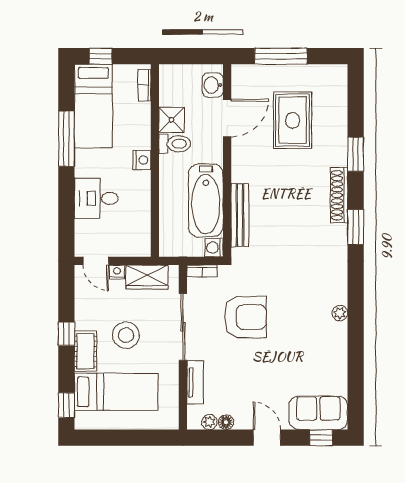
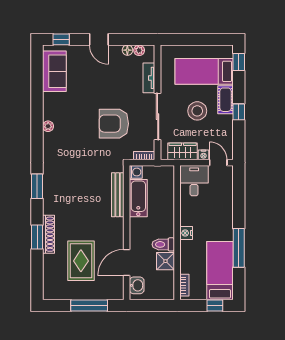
shoe rack: (339, 195) -> (49, 234), moved
desk: (96, 198) -> (194, 181), moved, turned -90
bathtub: (206, 200) -> (138, 198), width x0.73, depth x0.73
sofa: (318, 413) -> (54, 71), moved, turned -90

